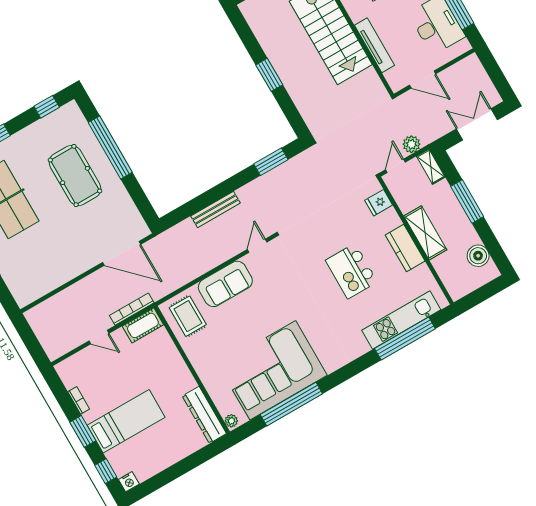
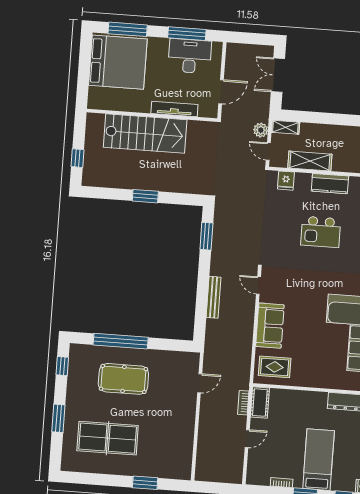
window: (467, 201) -> (327, 118), removed
shelving: (425, 233) -> (310, 161), moved
door: (122, 253) -> (200, 383), width x0.53
bookcase: (132, 309) -> (243, 403), width x0.64

